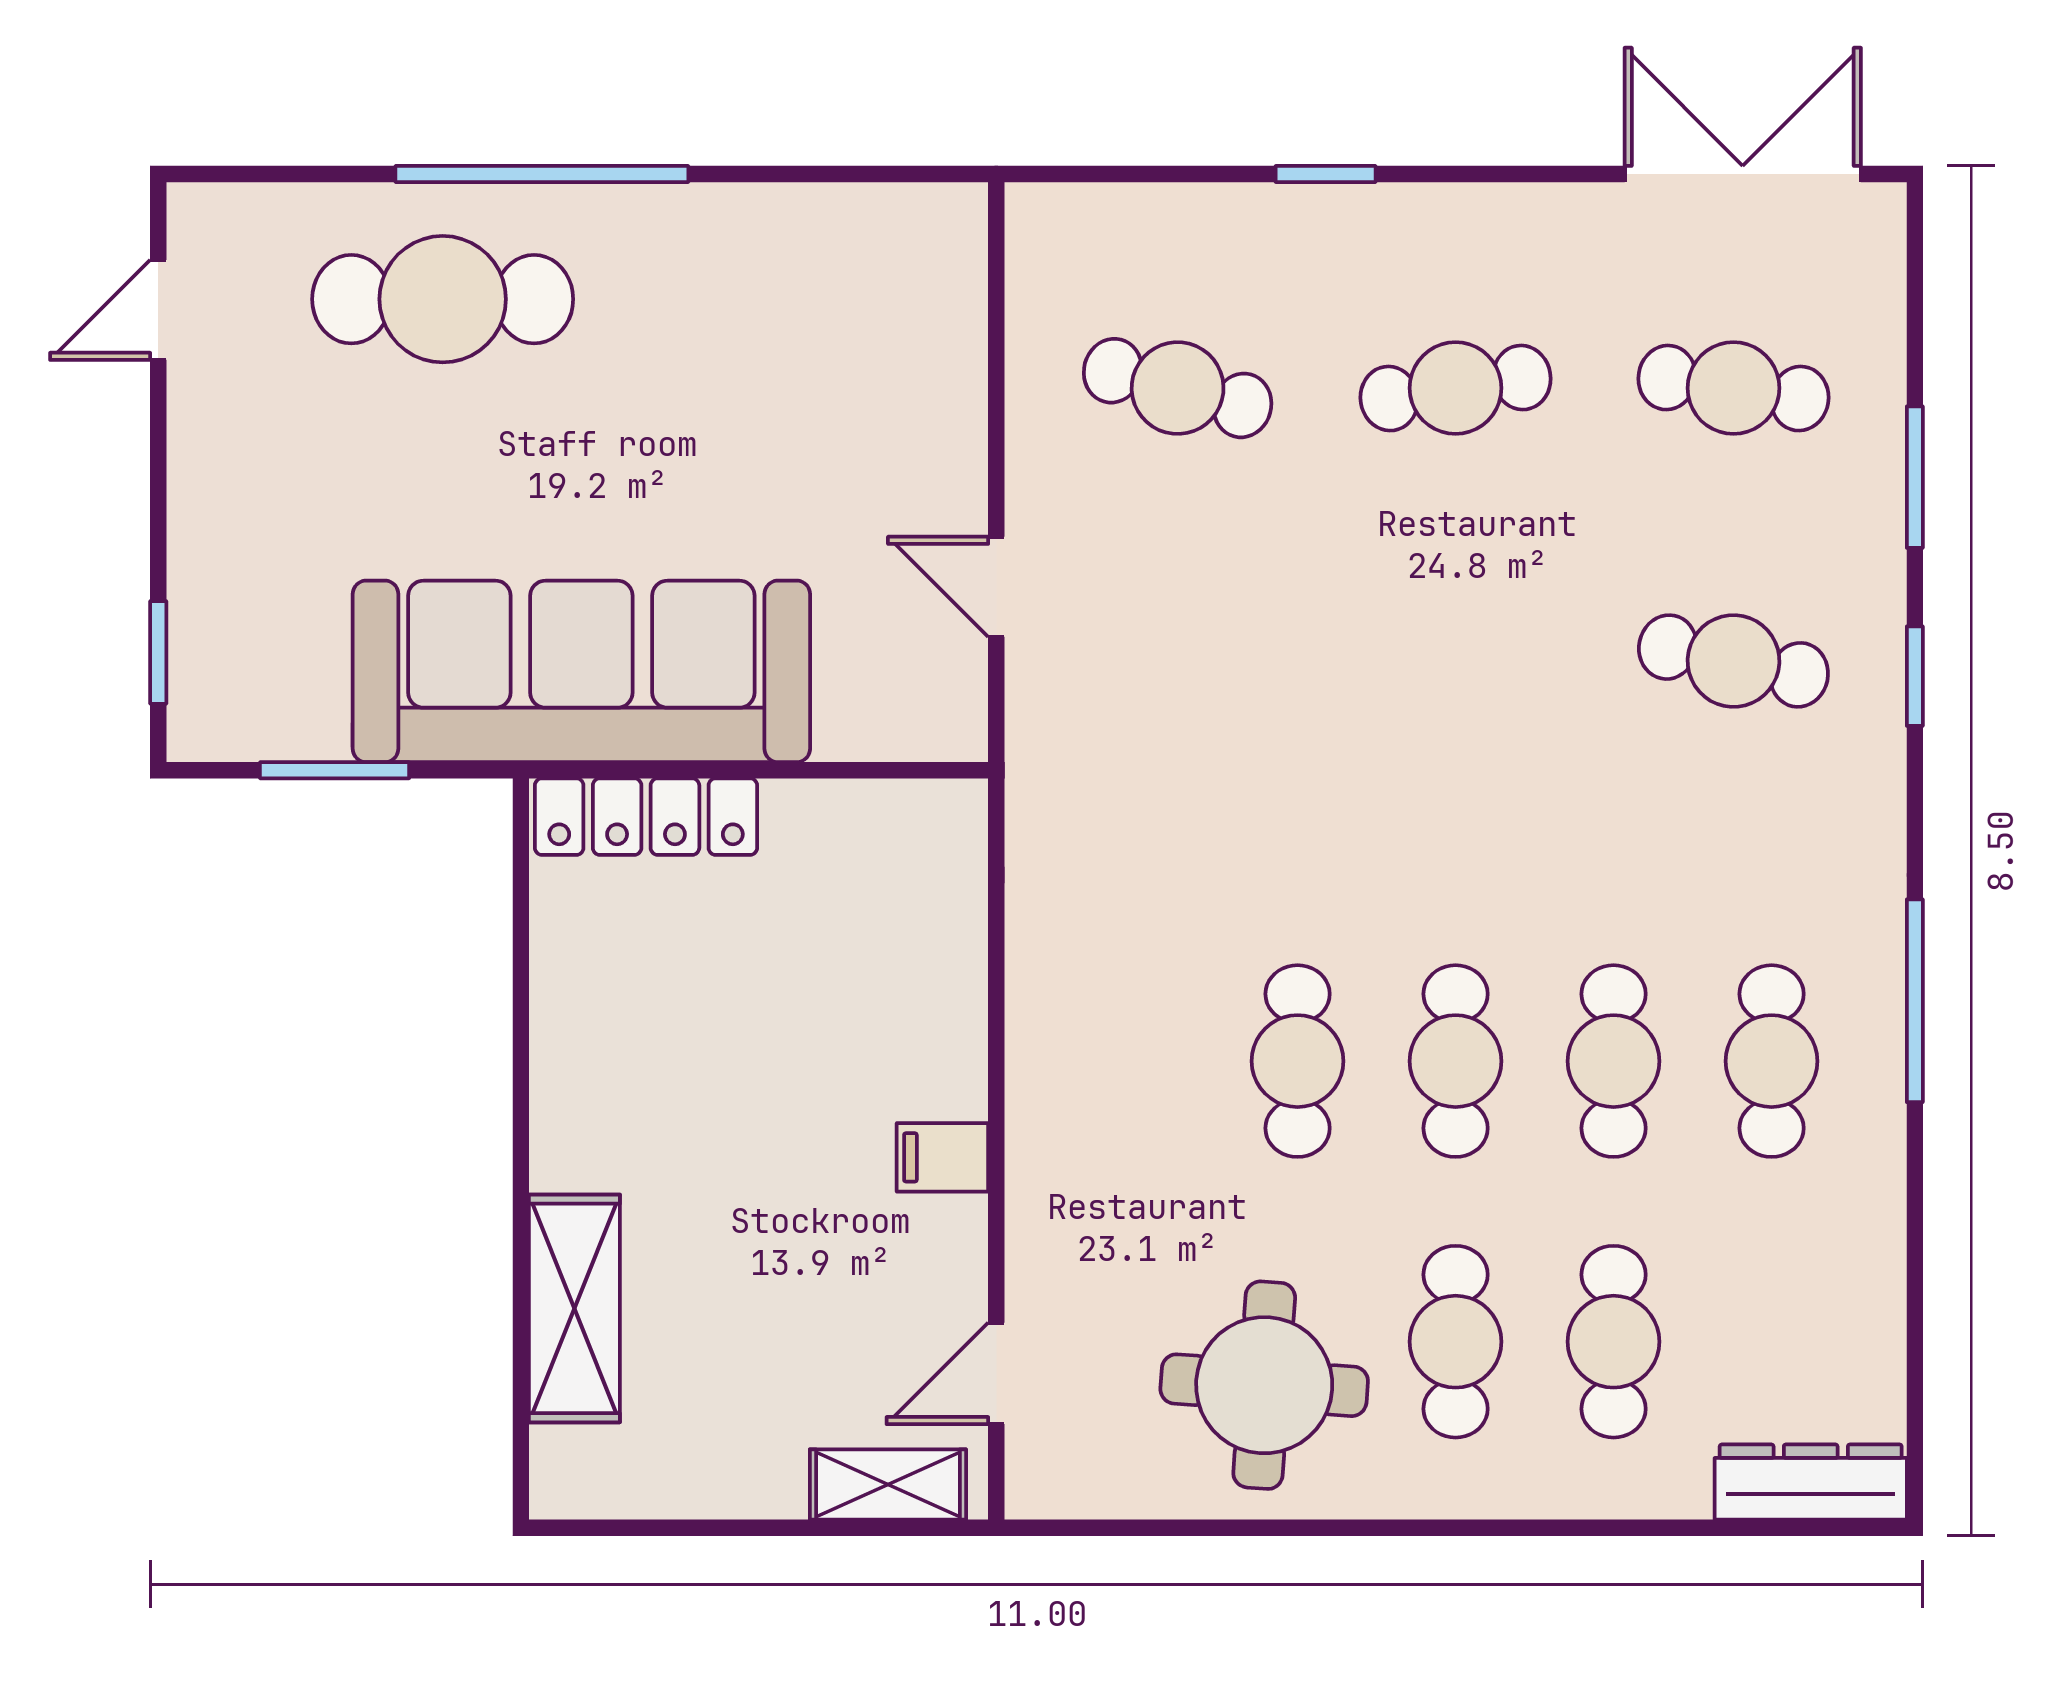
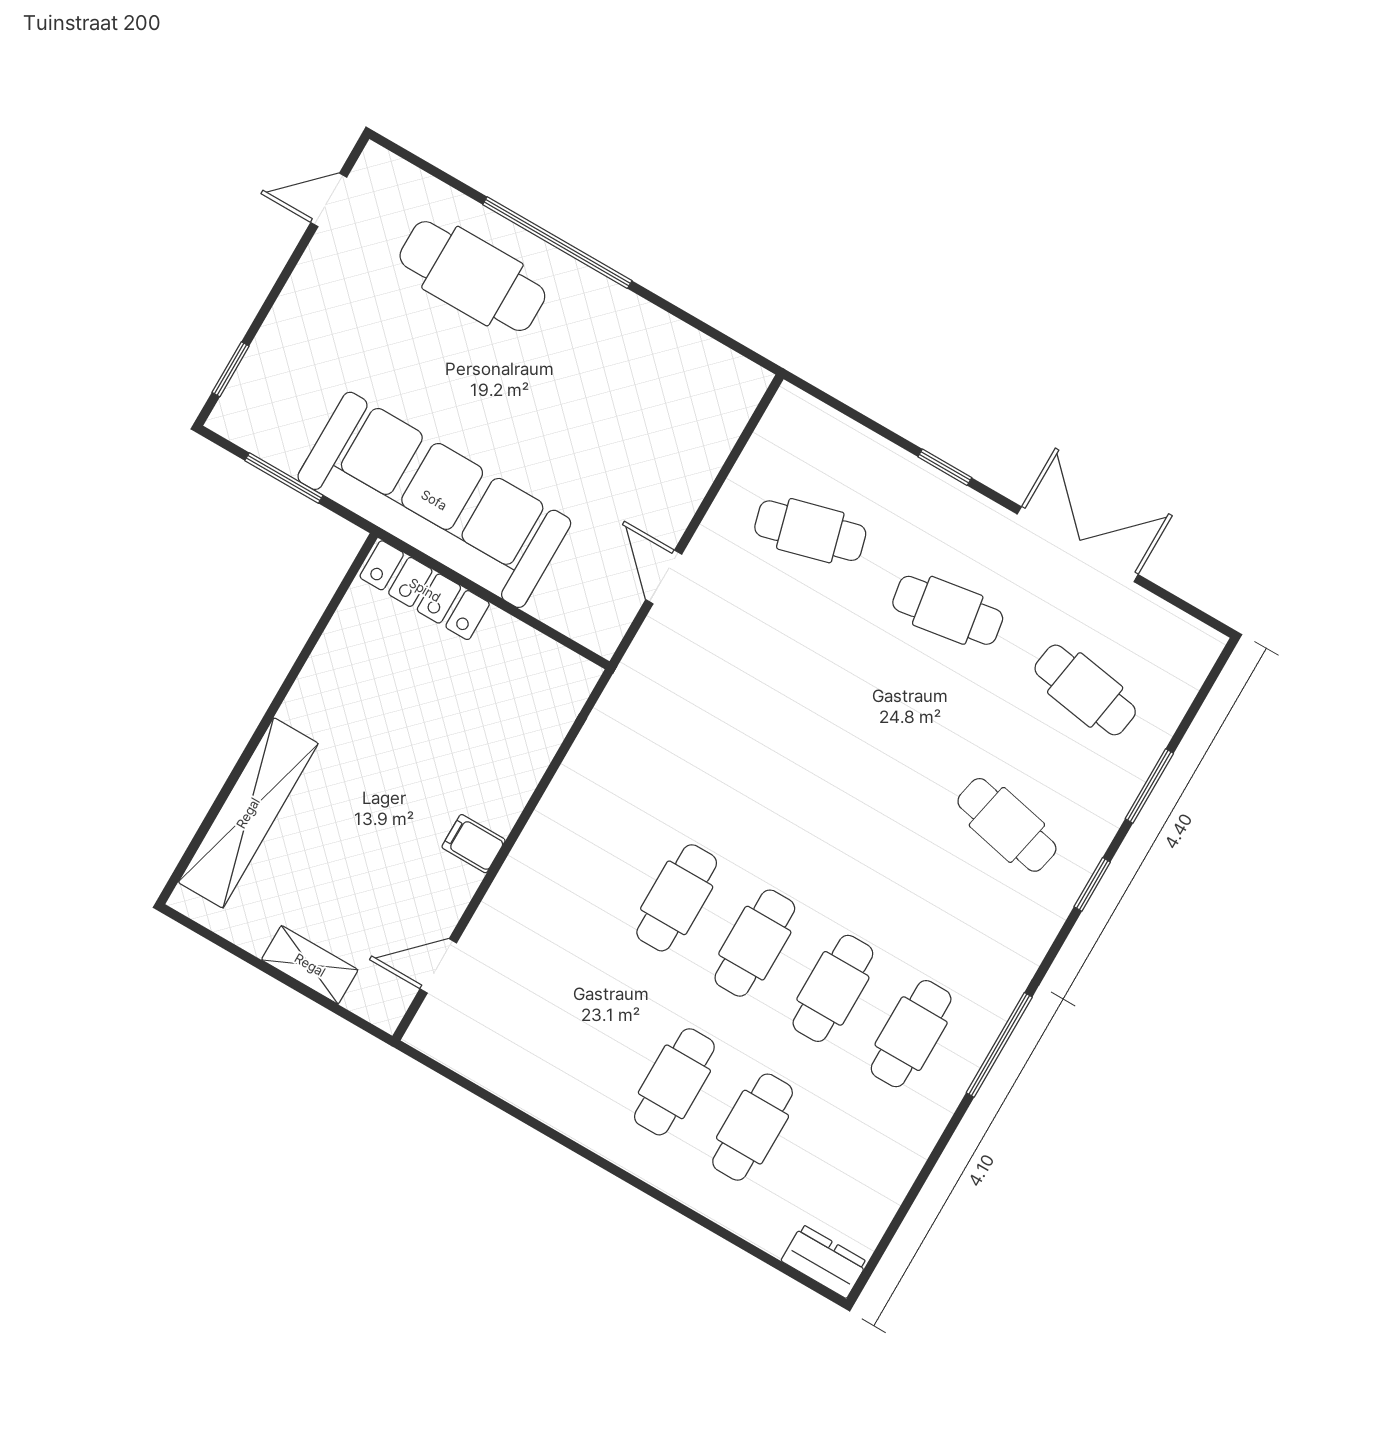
double door: (1743, 174) -> (1078, 544), moved
cafe table: (1178, 388) -> (810, 531), turned -30
shelving: (574, 1308) -> (248, 813), width x1.47
round table: (1264, 1385) -> (567, 1048), removed
dresser: (1811, 1482) -> (824, 1261), width x0.70
shelving: (888, 1484) -> (310, 965), moved

